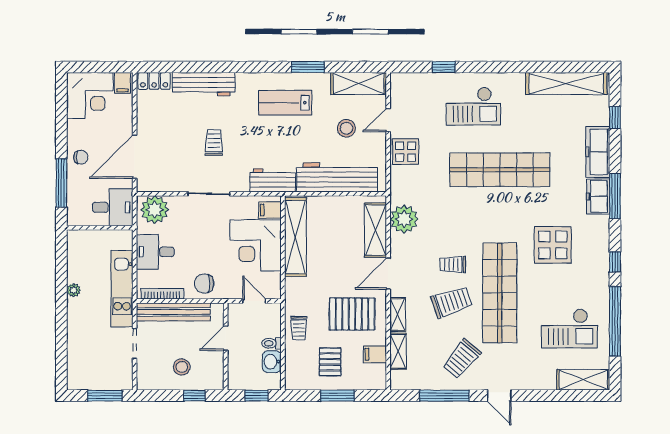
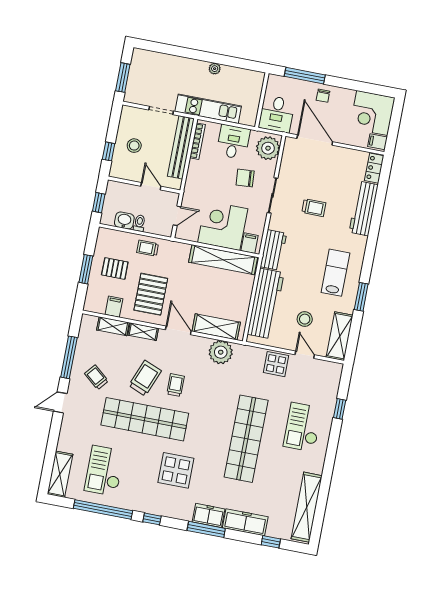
chair: (204, 284) -> (245, 178), moved, turned -94
trolley: (452, 302) -> (145, 378), turned -139
trolley: (462, 359) -> (96, 377), width x0.73, depth x0.72

